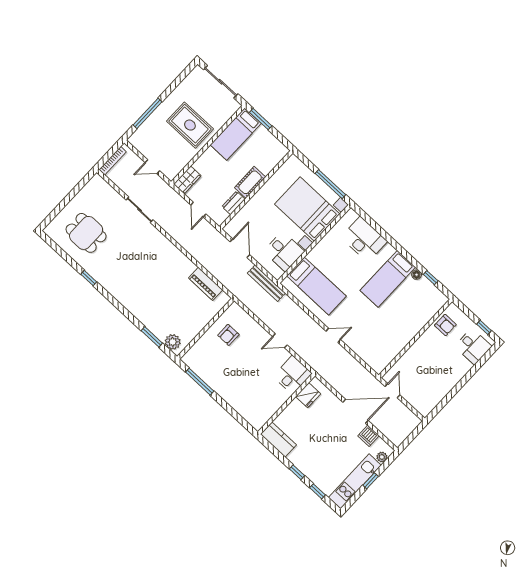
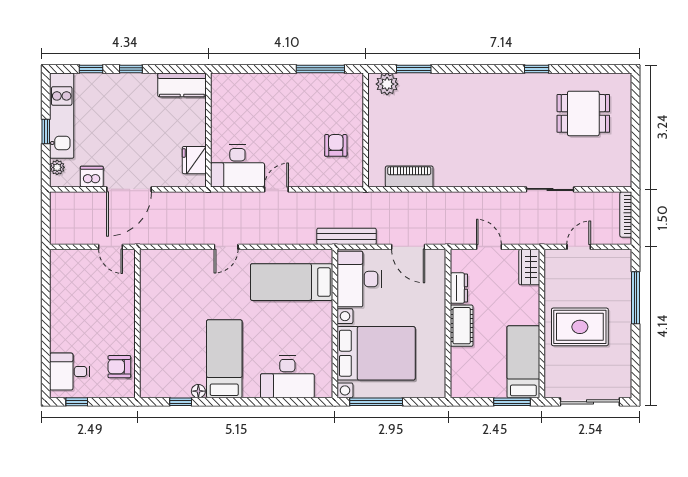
desk: (284, 251) -> (359, 279), width x1.37
desk: (292, 375) -> (237, 166), width x1.37

